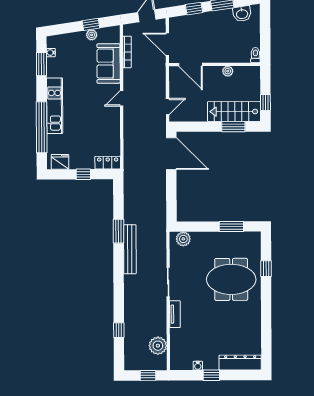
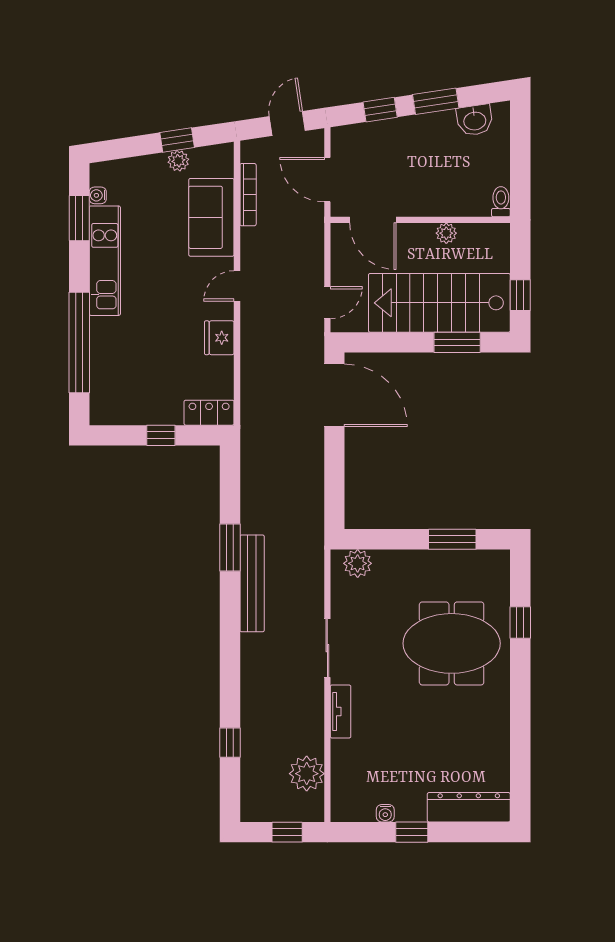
kitchen unit: (55, 106) -> (105, 261), moved
stairs: (234, 112) -> (439, 303), width x1.36, depth x1.51
fridge: (60, 162) -> (219, 338), moved, turned -90

